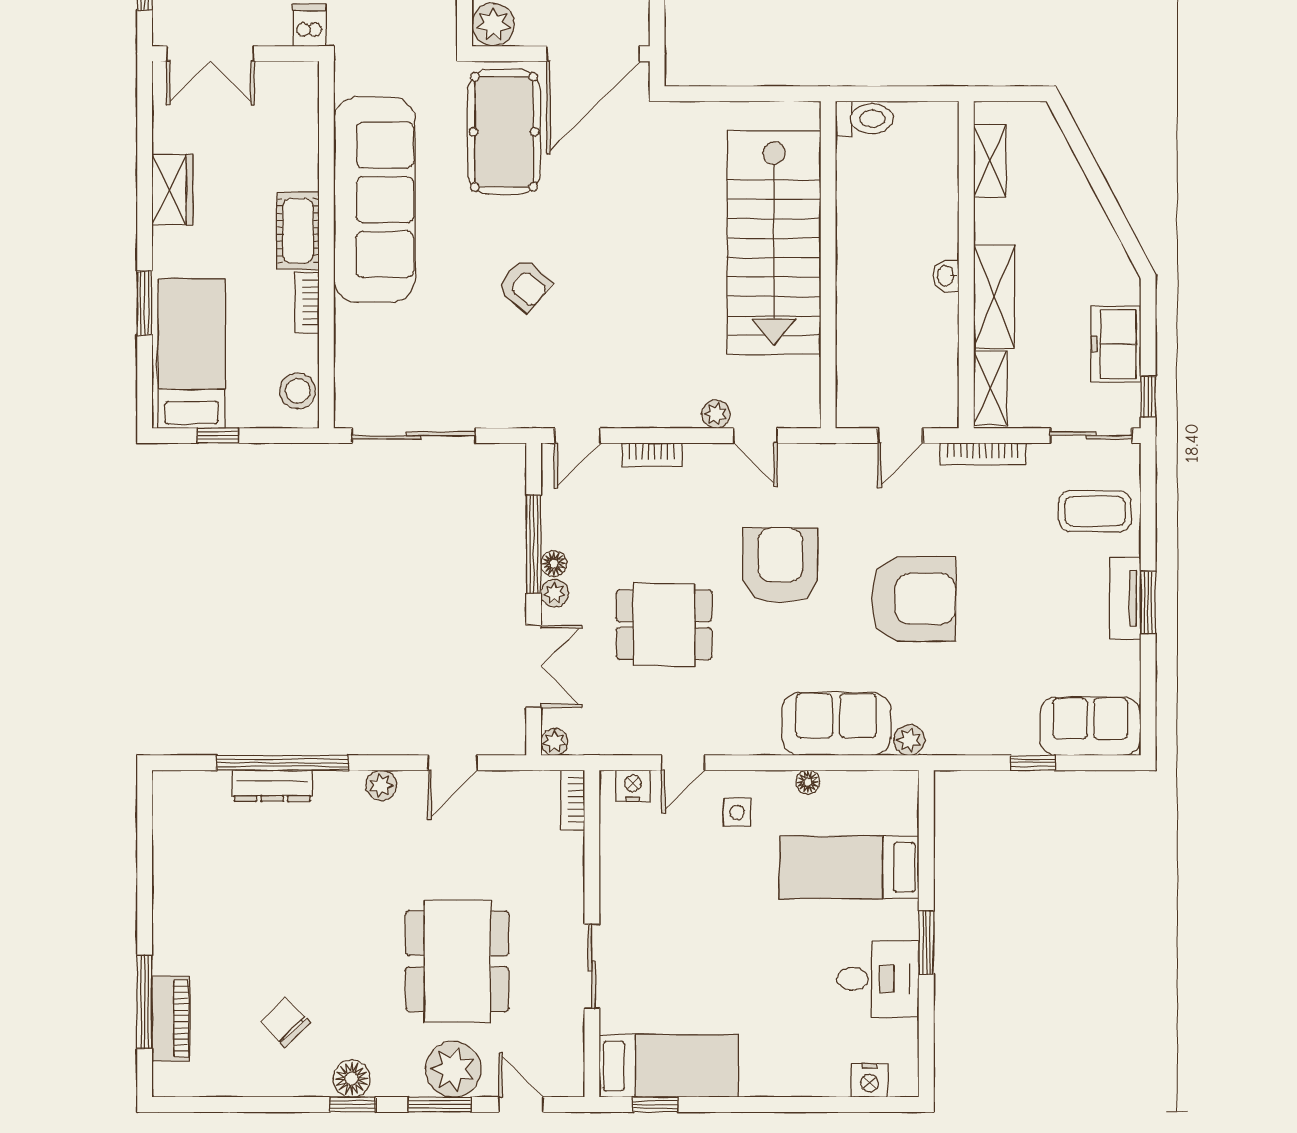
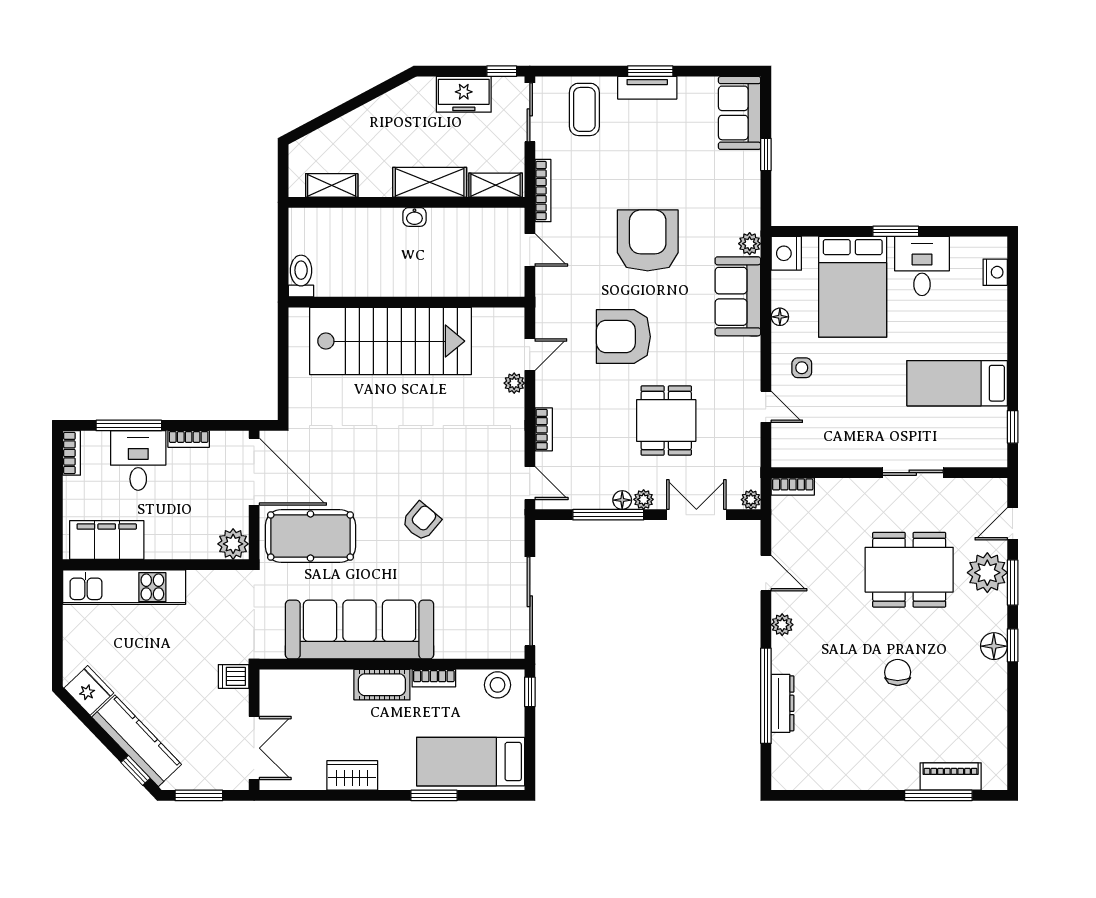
window: (218, 436) -> (530, 692), moved
nightstand: (633, 786) -> (786, 253), moved, width x1.36, depth x1.33
bed: (849, 867) -> (853, 287), width x1.50
chair: (285, 1022) -> (898, 672), moved, turned 134
bed: (669, 1066) -> (957, 383), moved, turned -90

